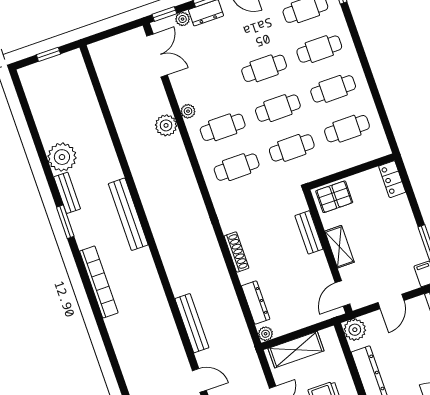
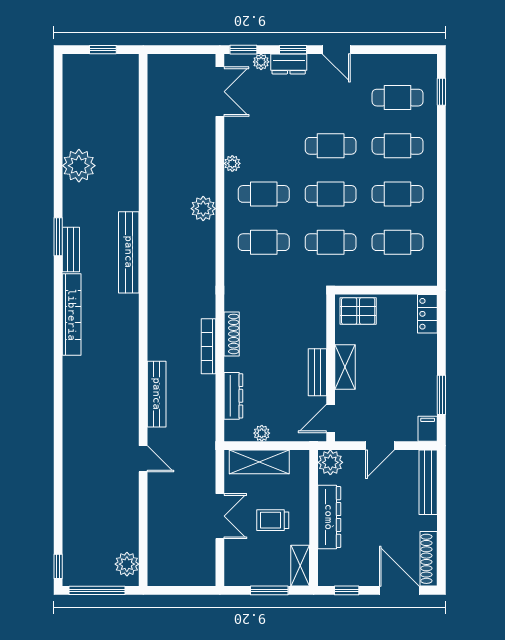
plant: (166, 125) -> (203, 209), moved
bench: (67, 193) -> (71, 250), moved
bench: (309, 232) -> (317, 372), moved
bookcase: (221, 269) -> (209, 346), added
plant: (266, 334) -> (262, 433), moved

